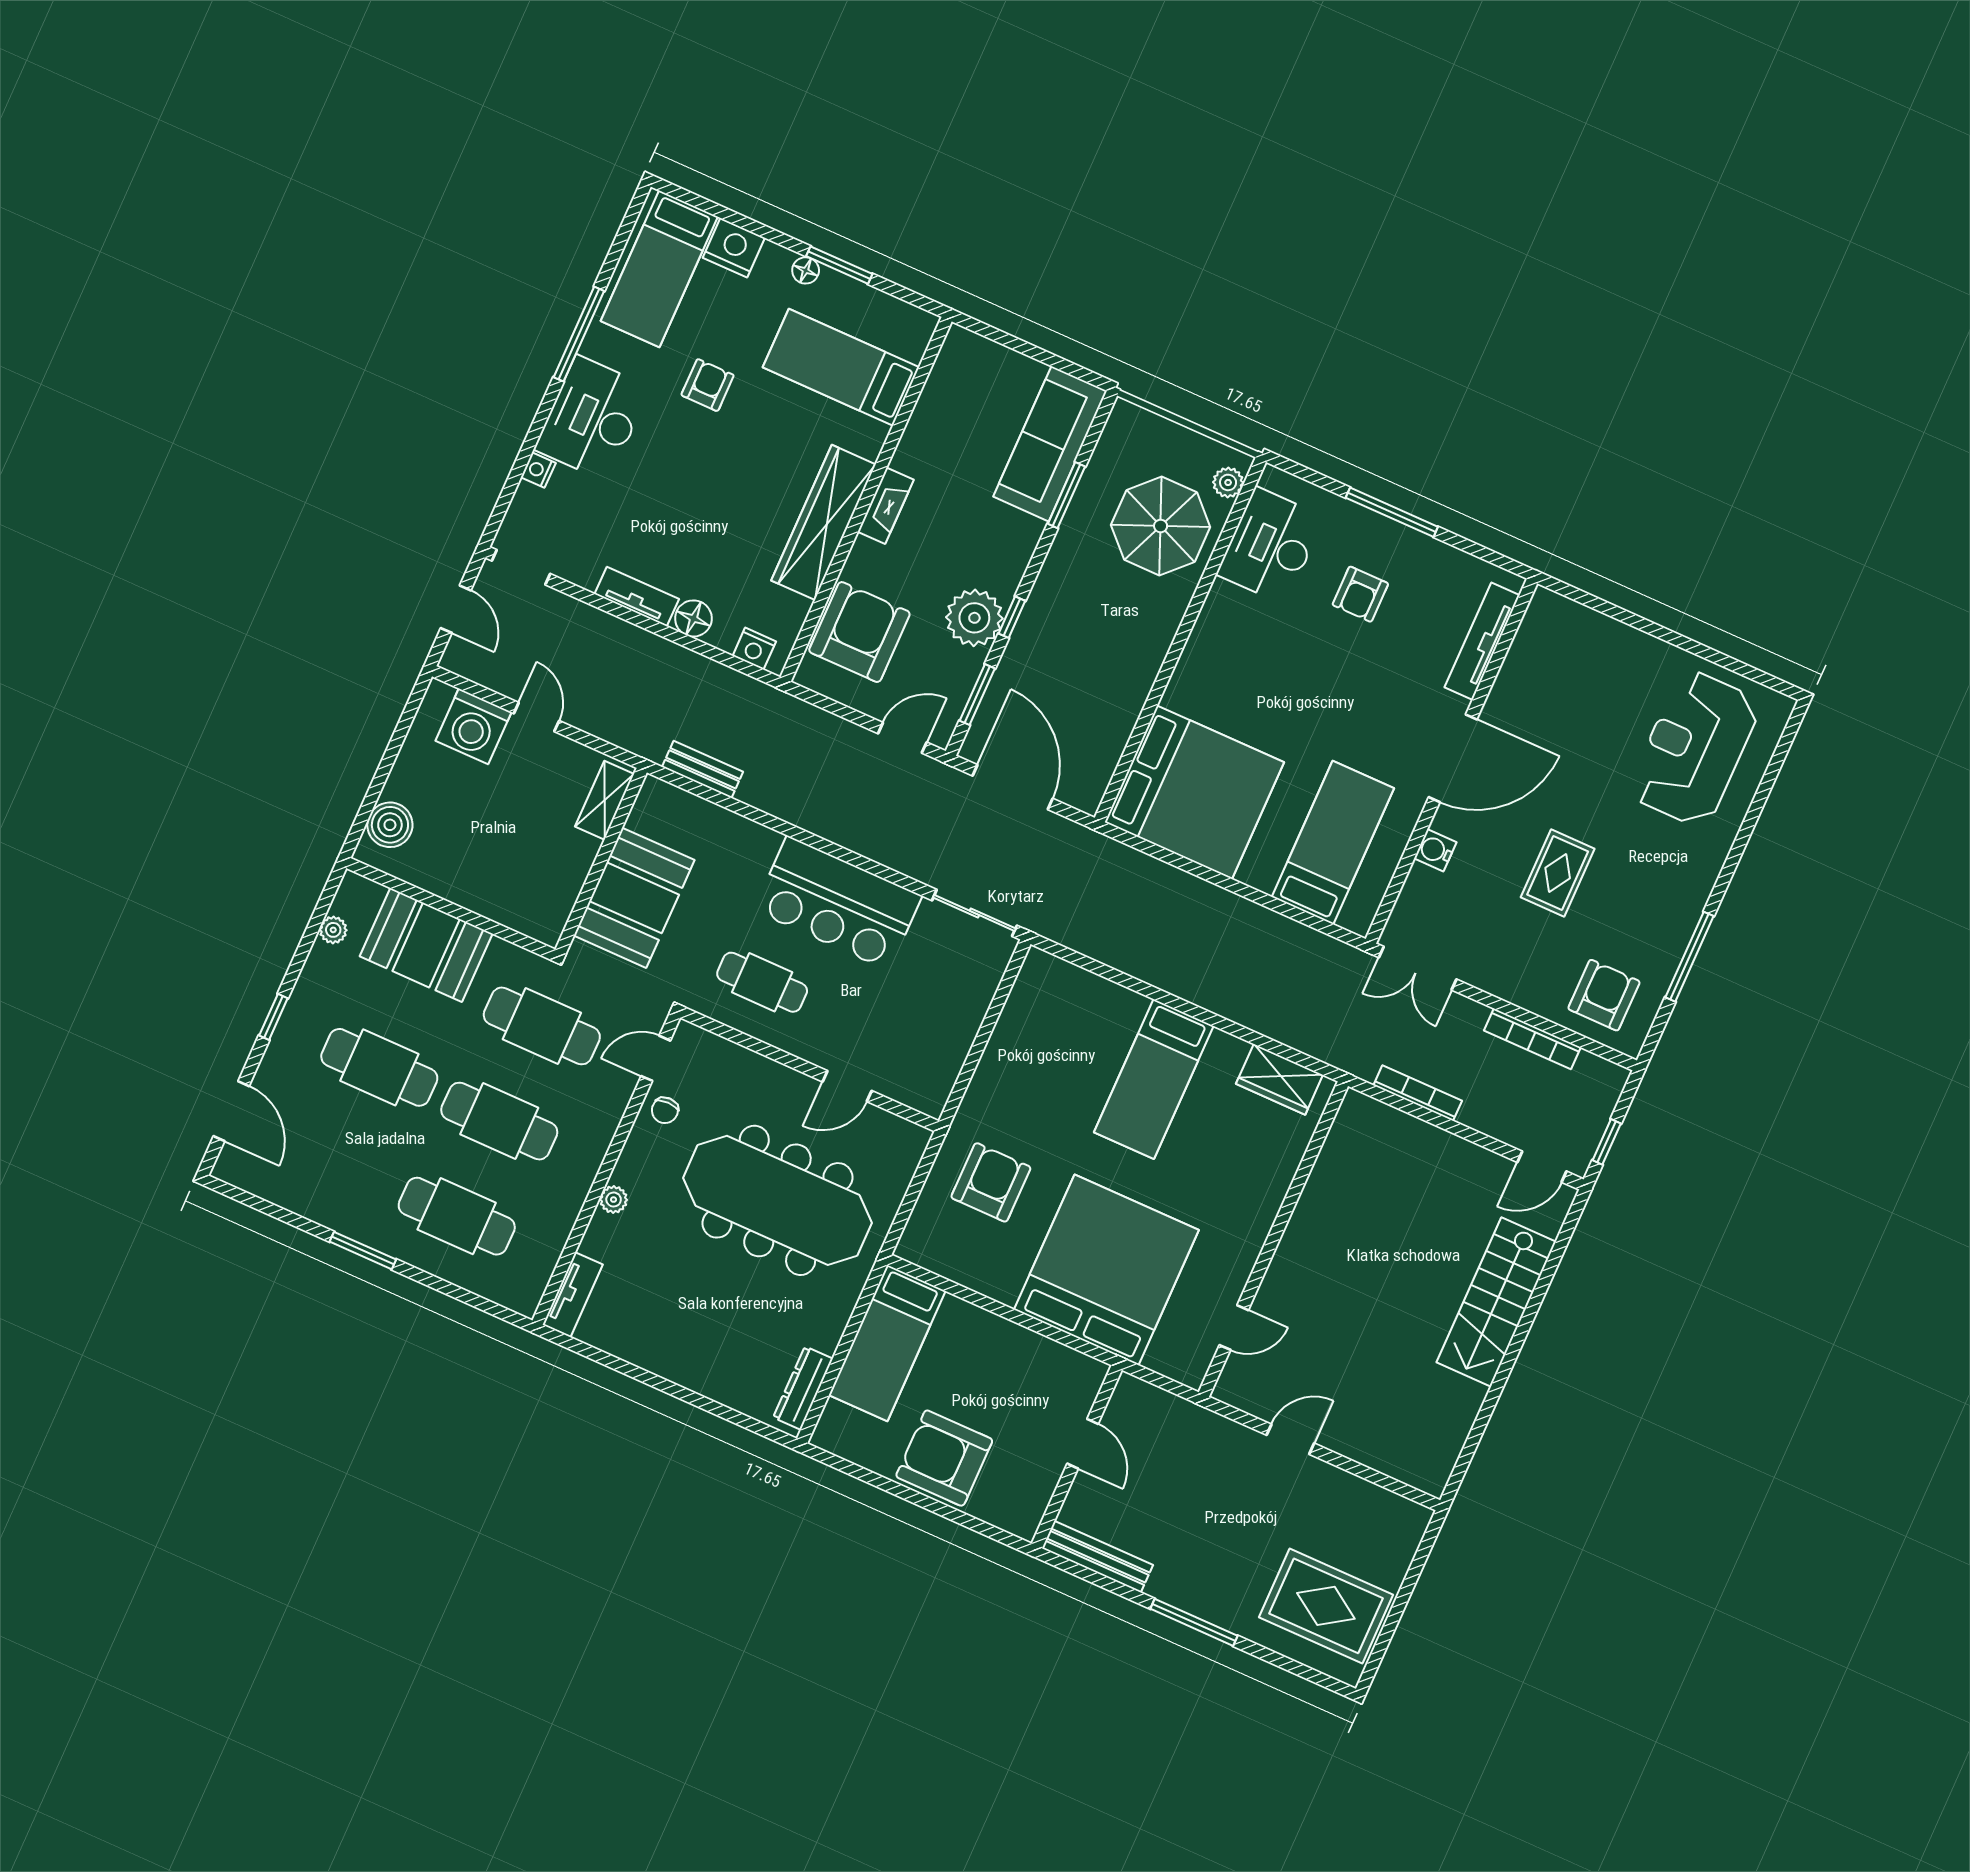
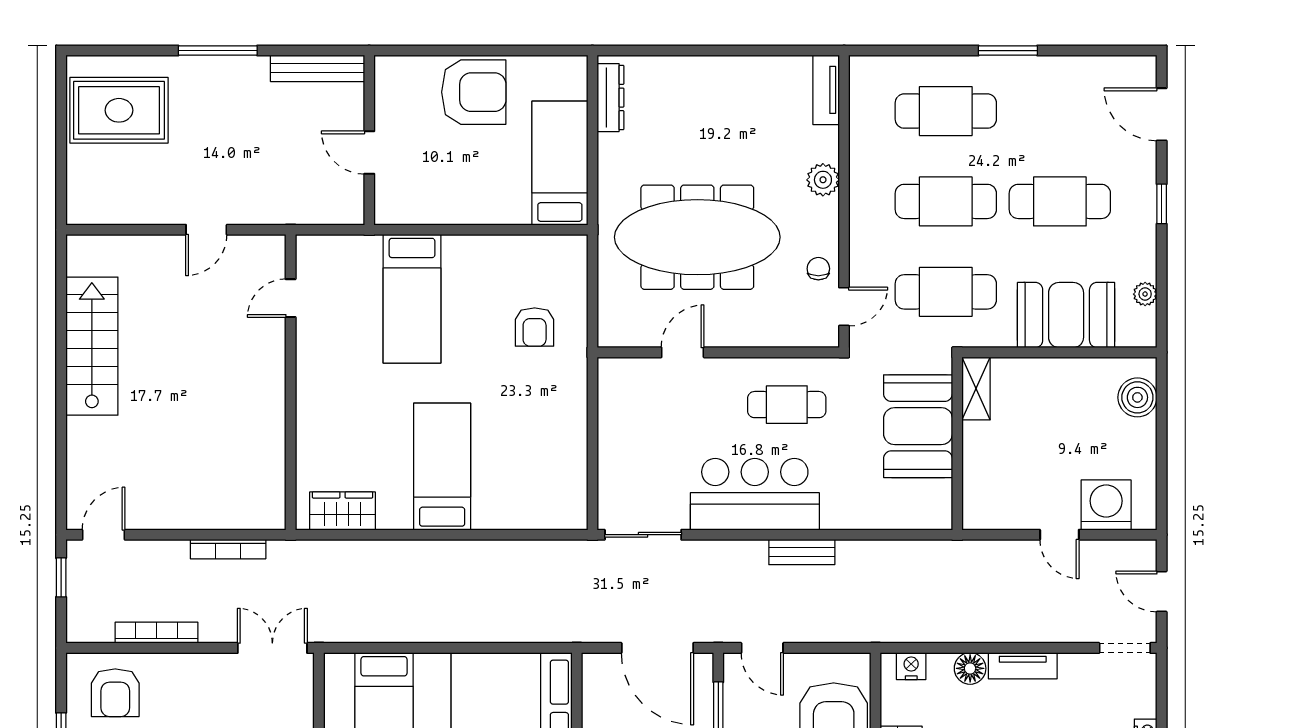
door: (902, 738) -> (762, 648), hinge flipped
bench: (702, 769) -> (802, 552), moved
shelving: (605, 800) -> (976, 389), moved
armchair: (991, 1182) -> (535, 327), width x0.72, depth x0.72
plant: (614, 1200) -> (823, 180), width x1.38, depth x1.38
bed: (1106, 1270) -> (412, 299), width x0.49
stairs: (1496, 1302) -> (92, 346), moved

